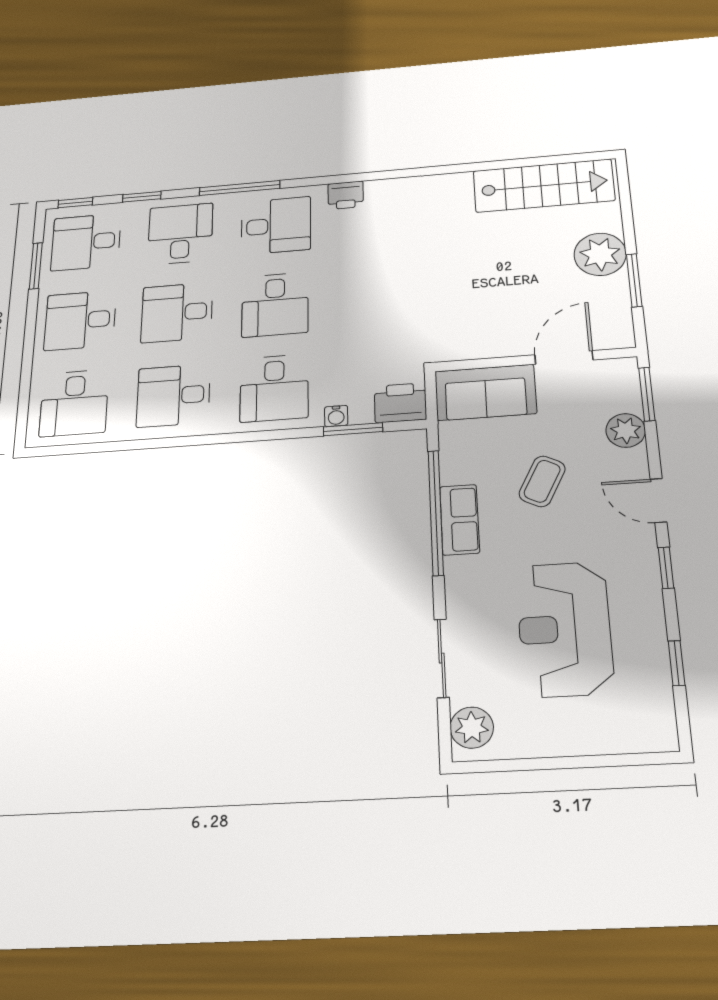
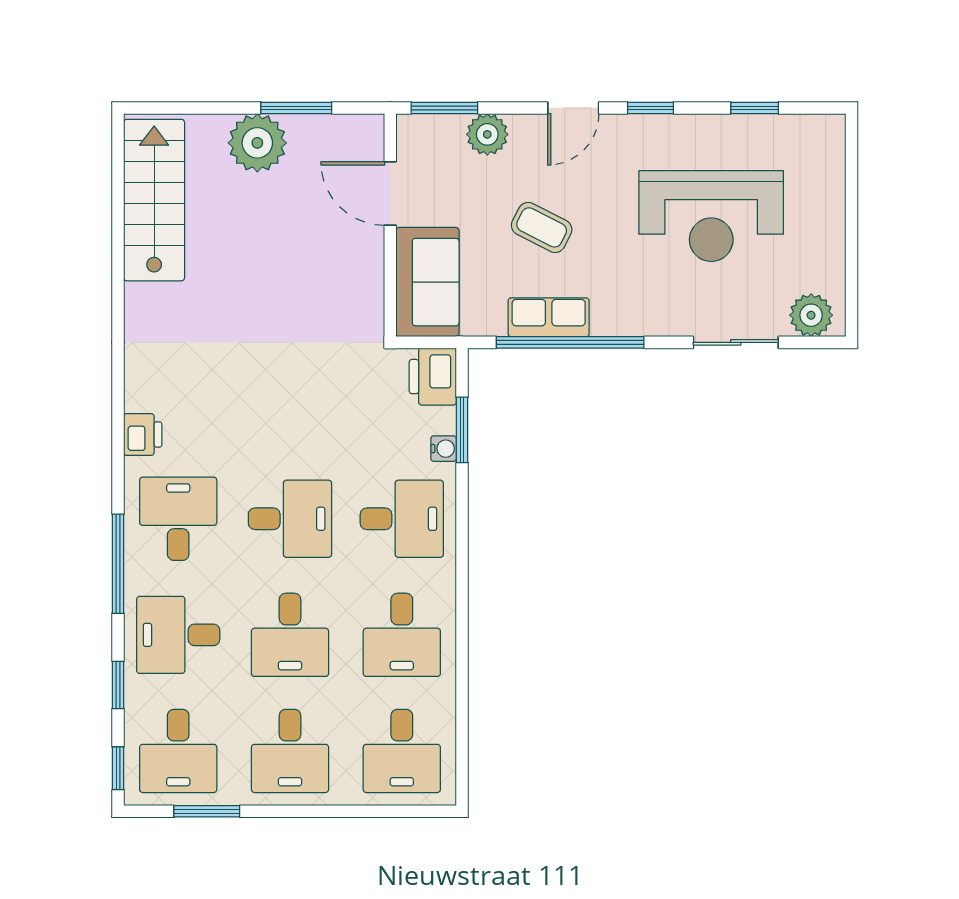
desk: (74, 403) -> (402, 751), turned 90
row of seats: (460, 520) -> (549, 317), moved

